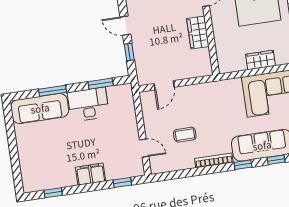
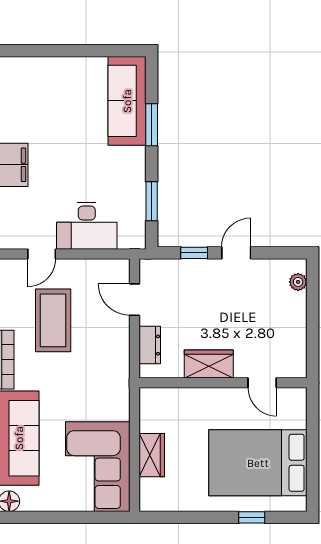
dresser: (191, 72) -> (150, 345), added
desk: (88, 104) -> (87, 226), moved, turned 90
coffee table: (185, 135) -> (53, 320), width x1.86, depth x1.72

